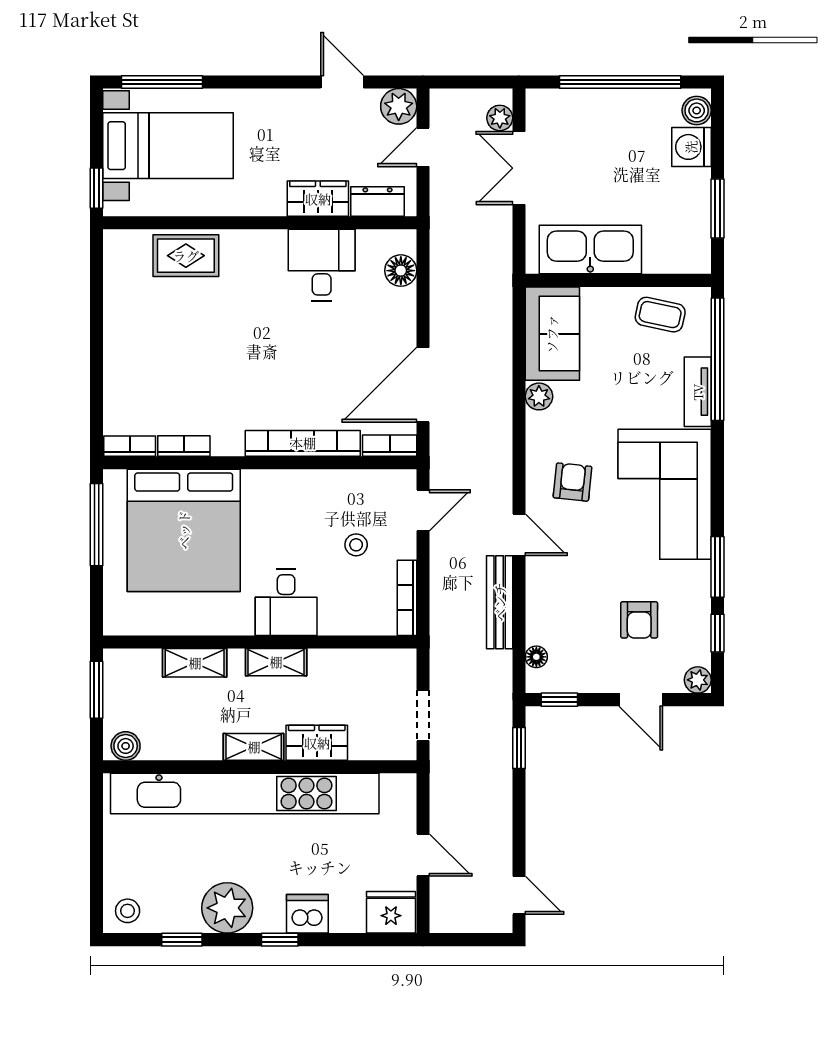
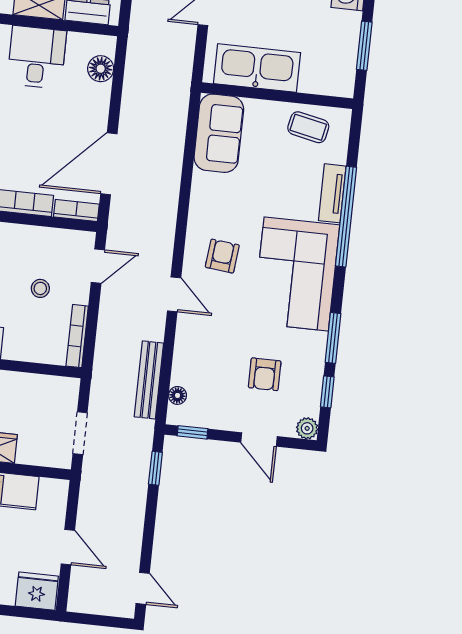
window: (717, 359) -> (346, 217), moved
plant: (539, 396) -> (202, 183), removed
bench: (500, 602) -> (149, 380), moved

